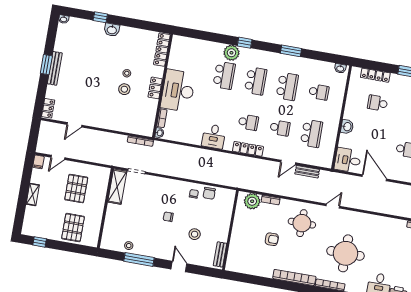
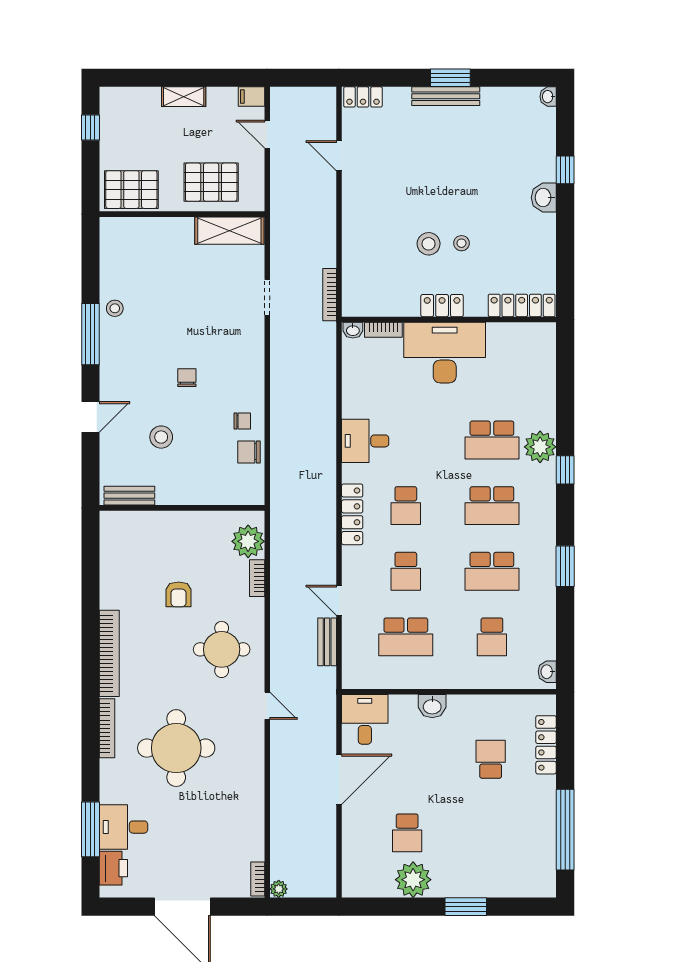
shelving: (117, 187) -> (229, 231), moved
wall: (105, 208) -> (182, 214), moved

